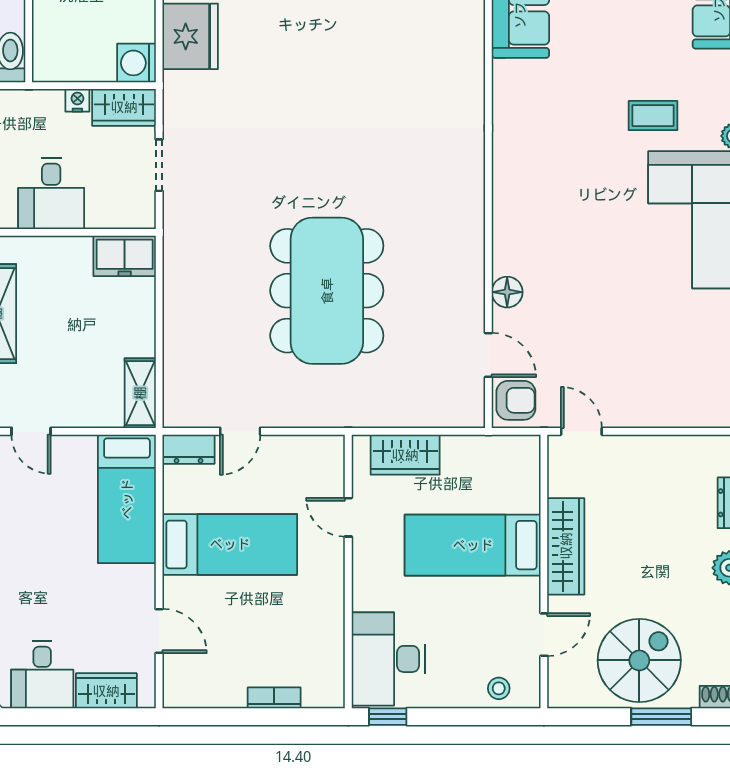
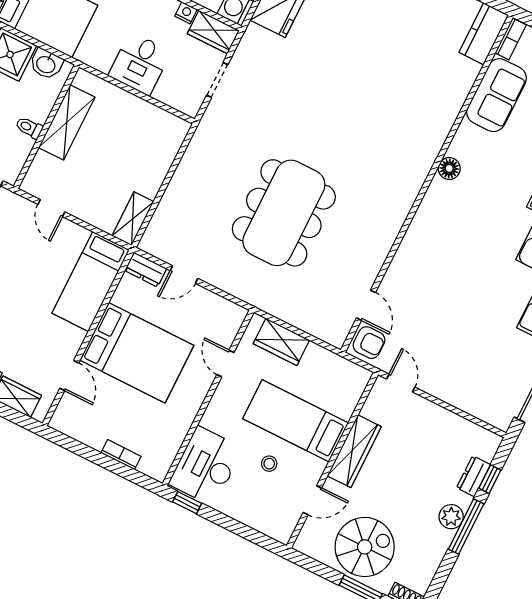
freezer: (125, 256) -> (167, 127), removed
floor lamp: (507, 292) -> (449, 168), moved
bed: (230, 544) -> (137, 353), width x1.50
stool: (499, 688) -> (269, 464), moved

